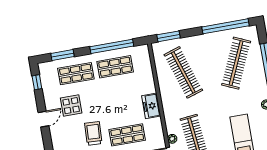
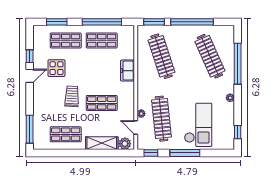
window: (225, 26) -> (192, 22), moved
clothes rail: (236, 63) -> (210, 56), turned -48
window: (37, 82) -> (30, 56), moved
freezer: (151, 106) -> (128, 71), moved

